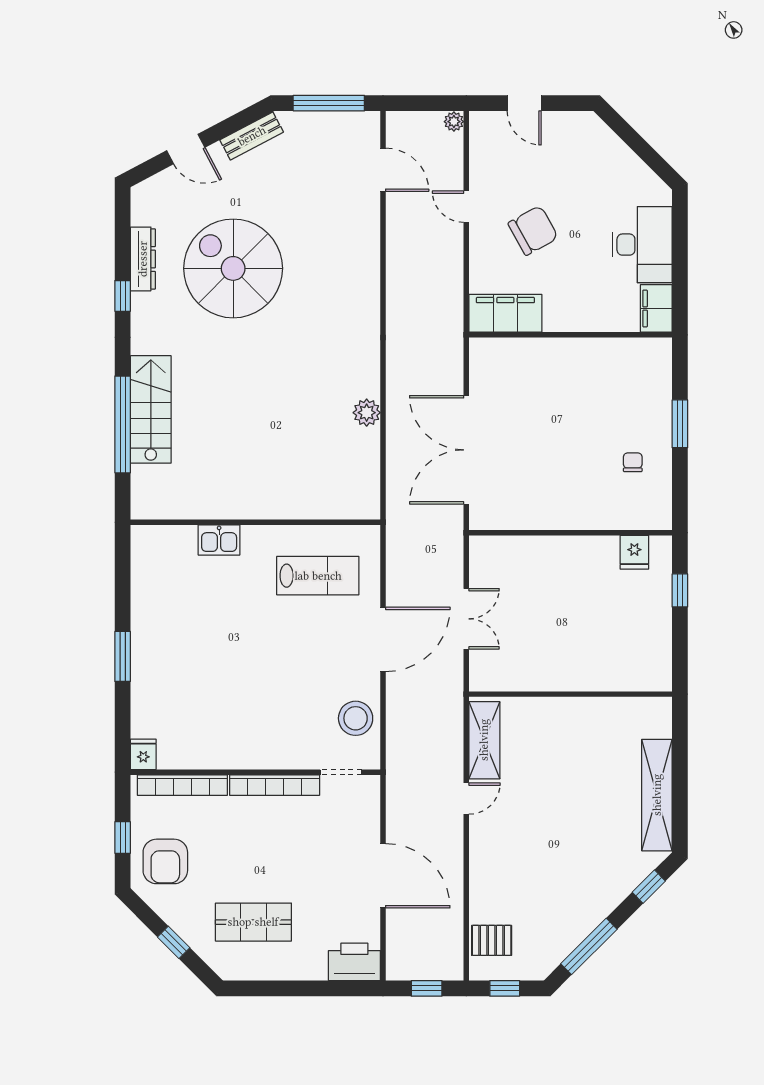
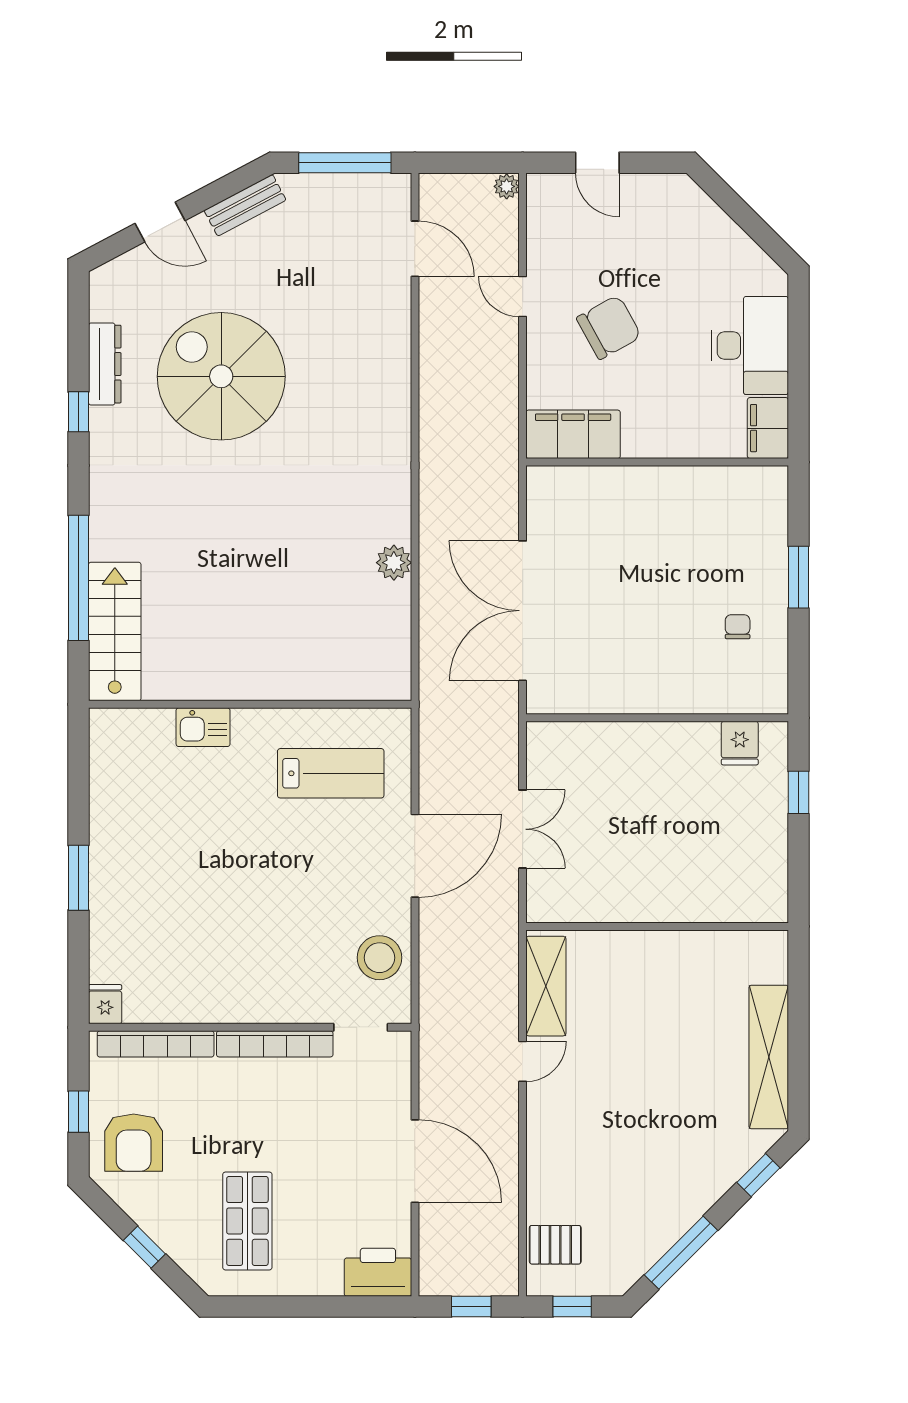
stairs: (151, 409) -> (115, 632), moved
shop shelf: (253, 922) -> (247, 1221), turned 90

